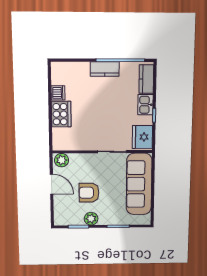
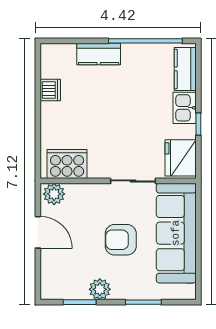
kitchen counter: (105, 69) -> (99, 54), moved
cooker: (61, 114) -> (67, 164), moved, turned -90
armchair: (89, 193) -> (121, 240), moved

